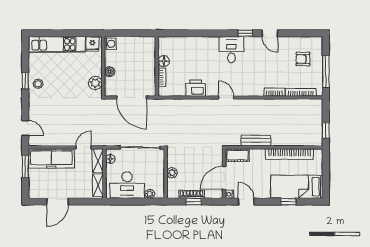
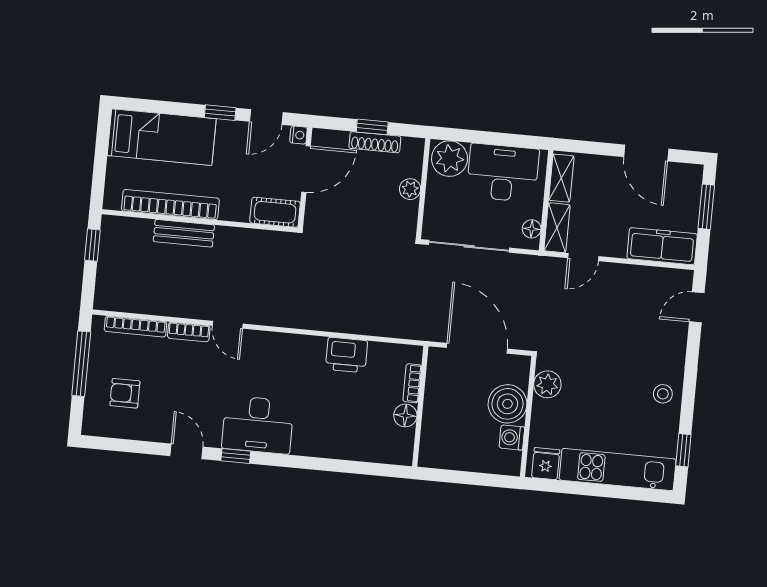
washing machine: (110, 44) -> (512, 438), moved
desk: (231, 50) -> (258, 425), width x1.37
armchair: (303, 59) -> (125, 393), turned 180
boiler: (110, 72) -> (507, 404), width x1.86, depth x1.86
window: (25, 81) -> (683, 450), moved
door: (226, 98) -> (228, 325), moved
door: (25, 128) -> (697, 307), hinge flipped
bench: (256, 141) -> (184, 233), moved
freezer: (51, 158) -> (662, 246), width x0.73, depth x0.79
window: (25, 166) -> (706, 207), moved
plant: (150, 194) -> (450, 159), width x1.88, depth x1.88
door: (57, 202) -> (646, 153), swing flipped
door: (246, 202) -> (266, 117), hinge flipped
window: (288, 202) -> (220, 113), moved

